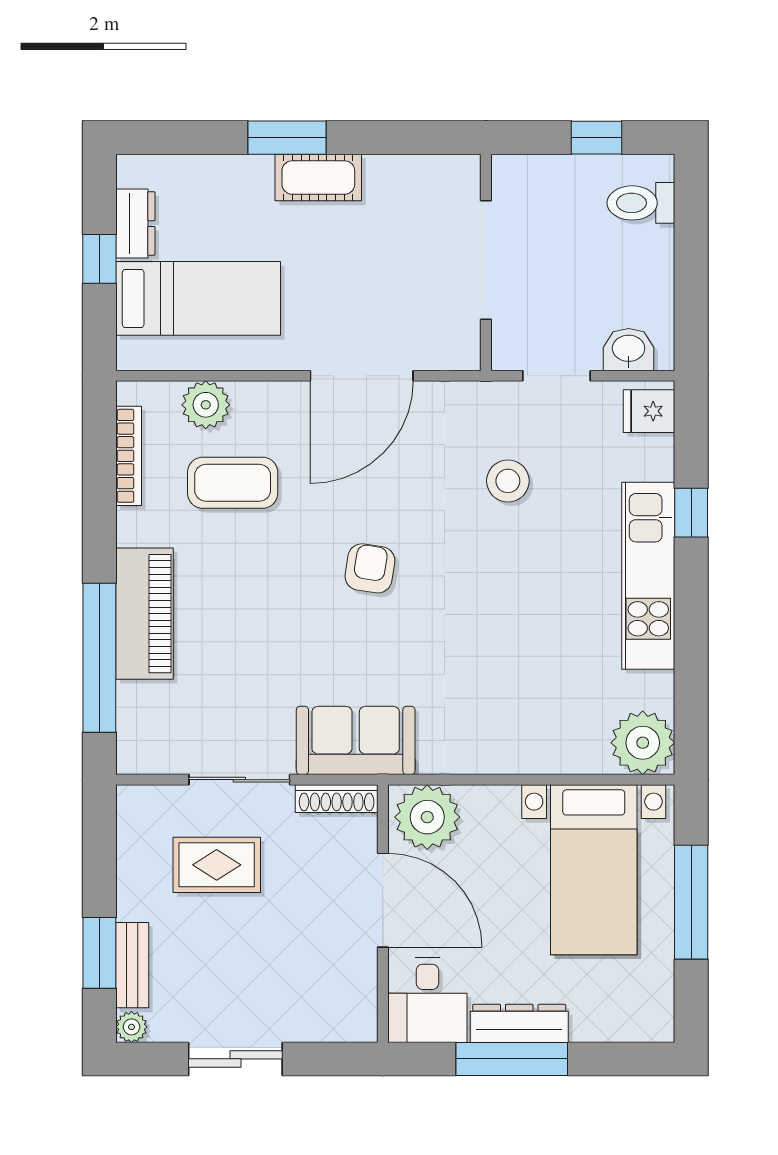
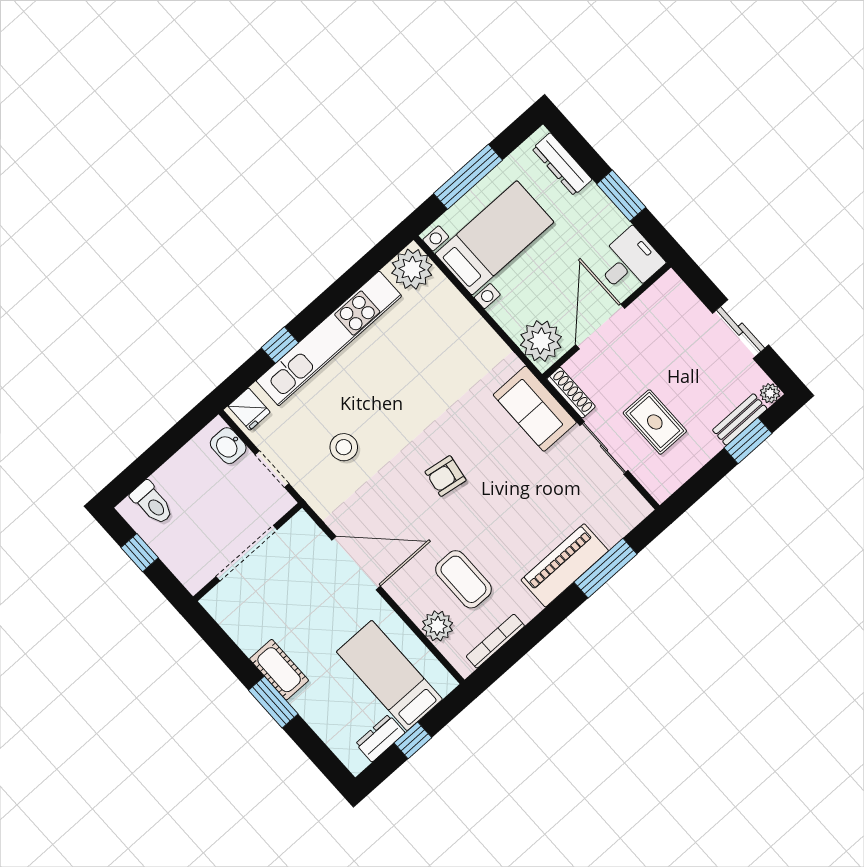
kitchen unit: (648, 576) -> (329, 338), width x1.36
window: (99, 658) -> (605, 568), width x0.68
dresser: (519, 1023) -> (562, 164), moved
window: (512, 1059) -> (621, 196), width x0.69

